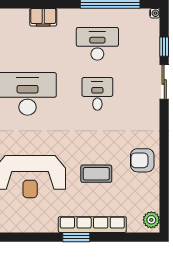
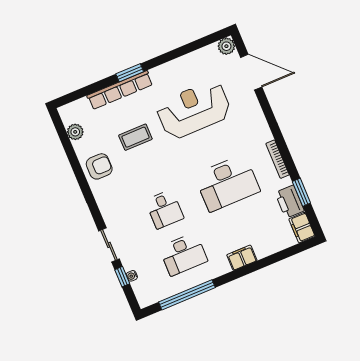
water cooler: (155, 13) -> (132, 276), moved
plant: (151, 220) -> (75, 132), moved

